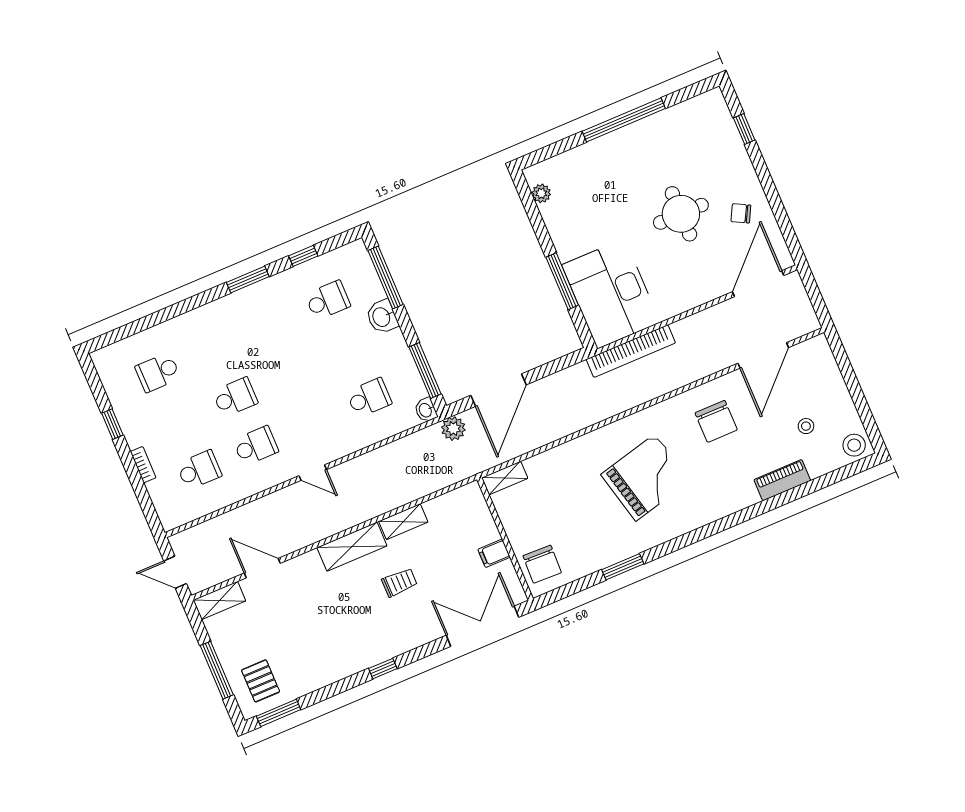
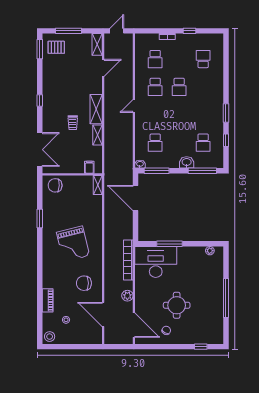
plant: (453, 429) -> (127, 296), moved
filing cabinet: (494, 553) -> (89, 167), moved

